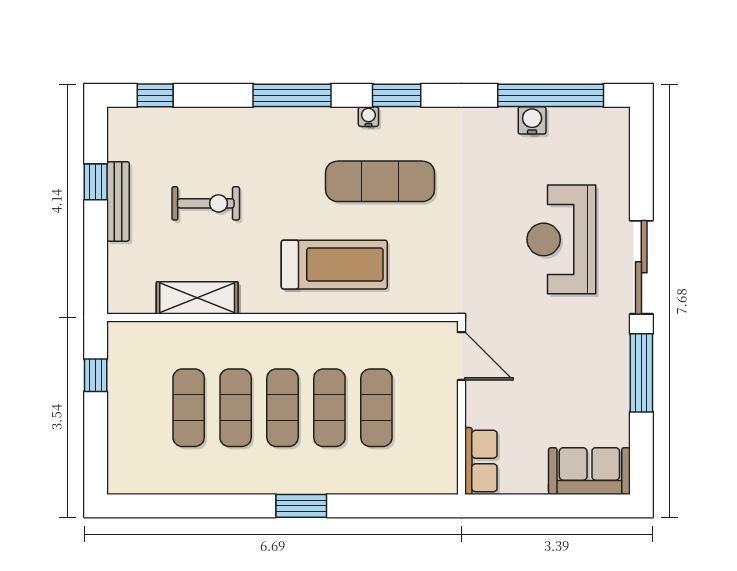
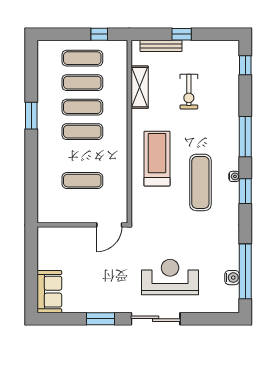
water cooler: (532, 120) -> (232, 278), moved
window: (96, 182) -> (182, 34), moved
bench: (118, 201) -> (161, 46), moved
treadmill: (334, 265) -> (157, 159), turned 180
window: (641, 373) -> (101, 319), width x0.69
exercise mat: (329, 408) -> (82, 58), moved
row of seats: (481, 461) -> (55, 235), removed
window: (301, 506) -> (31, 116), moved

